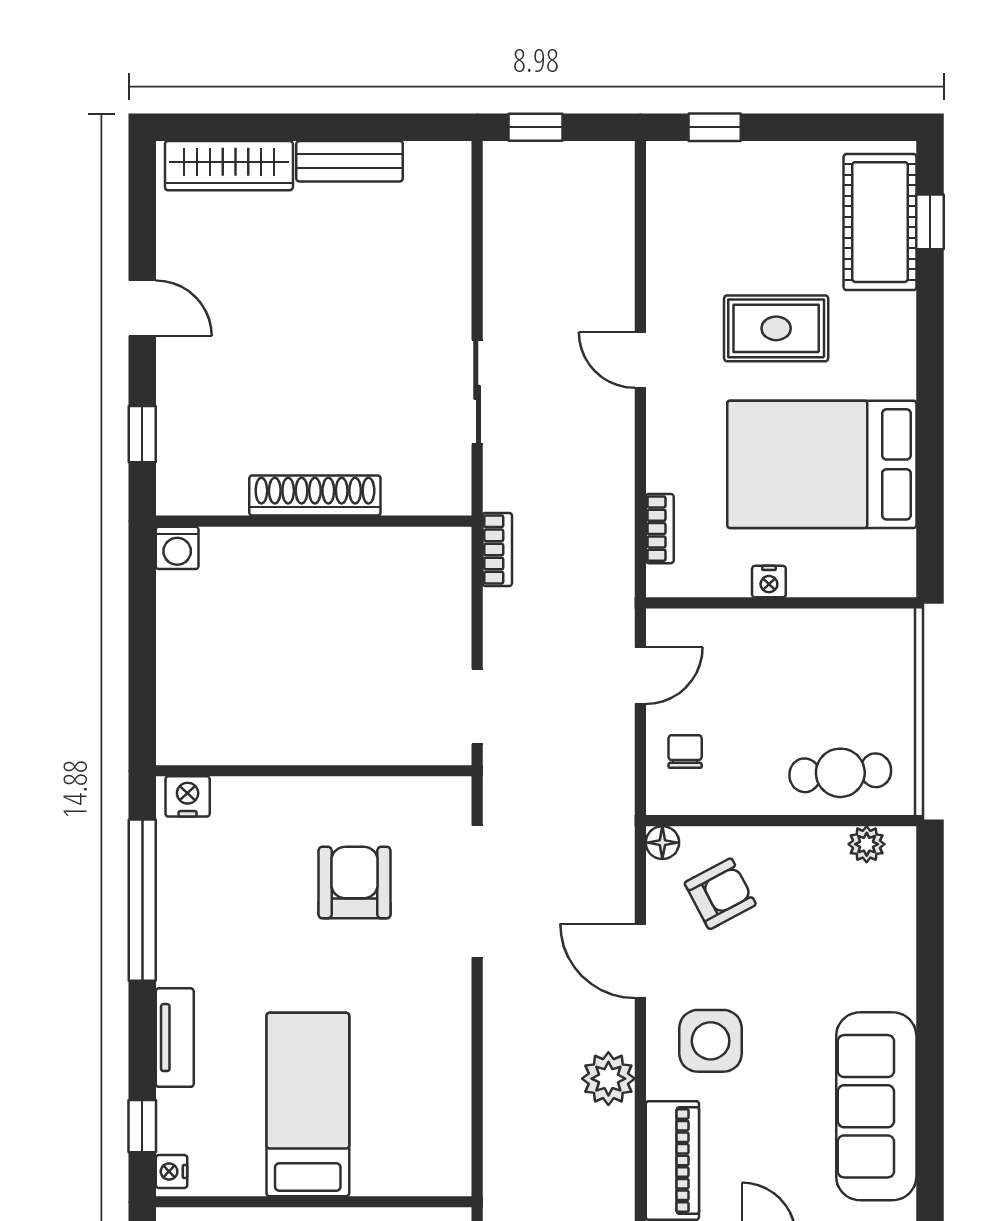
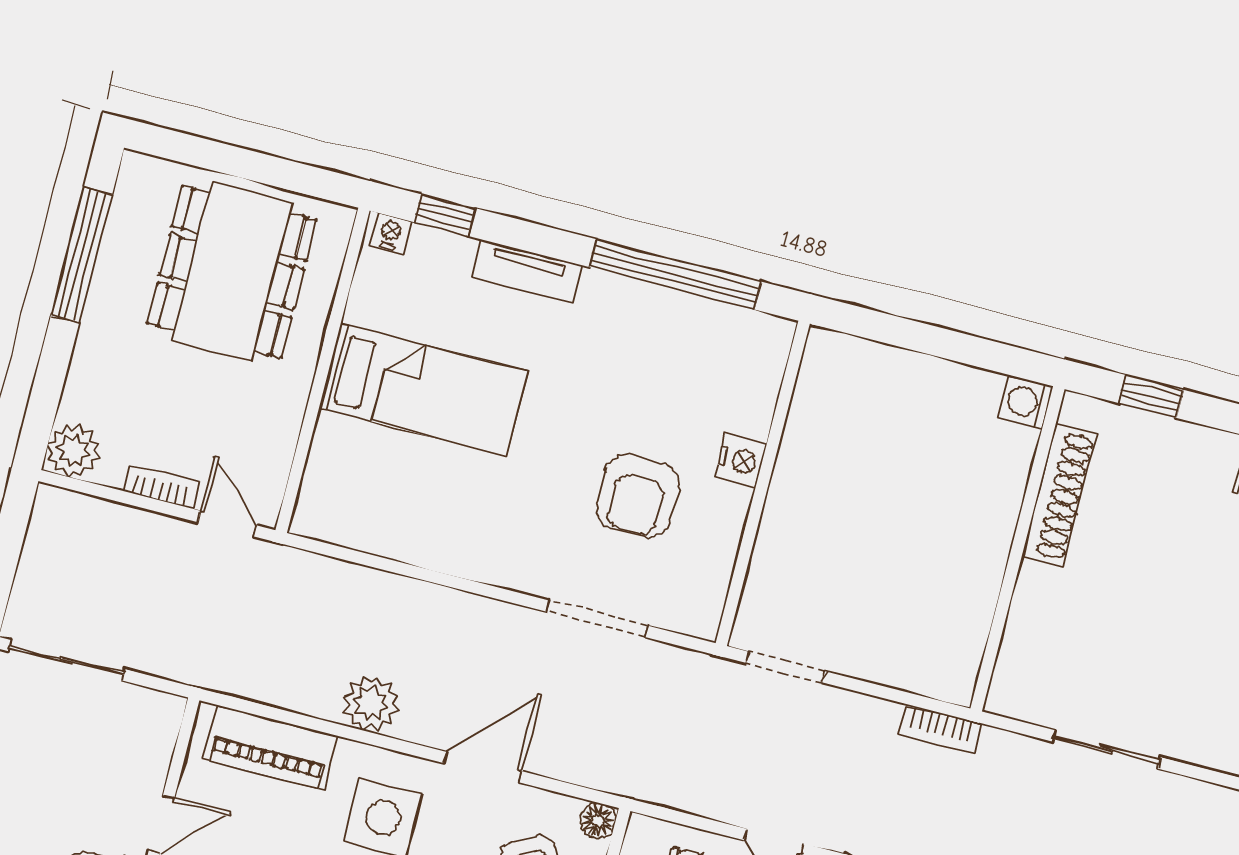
shoe rack: (315, 495) -> (1059, 495), moved
nightstand: (188, 796) -> (740, 461), moved
armchair: (355, 883) -> (638, 496), turned 90
doorway: (477, 891) -> (597, 619), width x0.73

